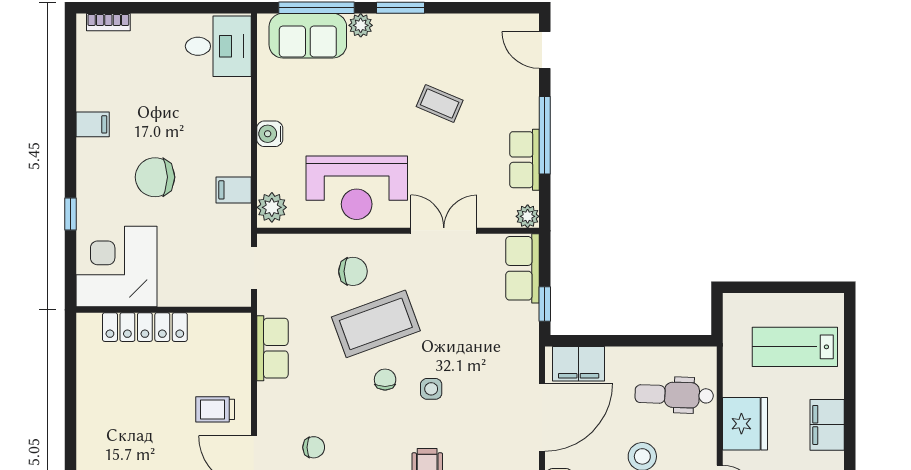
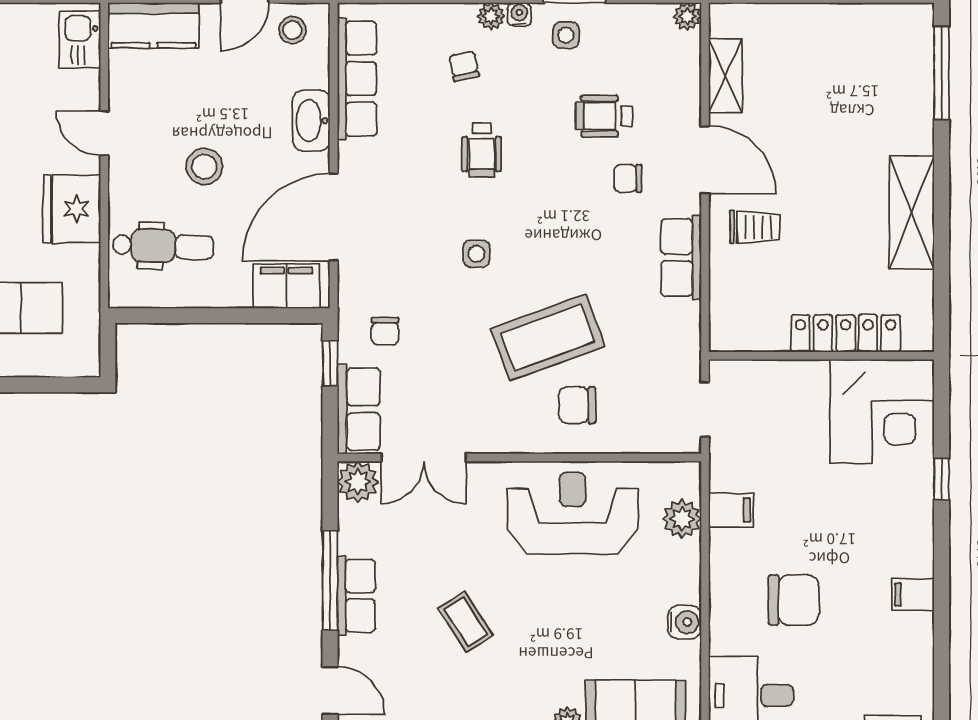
coffee table: (440, 103) -> (466, 622), turned 34
water cooler: (270, 134) -> (685, 622), moved
row of seats: (524, 160) -> (356, 596), moved
chair: (155, 177) -> (794, 600), moved
plant: (272, 207) -> (682, 519), moved
plant: (528, 216) -> (358, 482), width x1.38, depth x1.38
double door: (444, 231) -> (424, 458), moved
row of seats: (272, 348) -> (681, 257), moved
chair: (385, 380) -> (385, 331), moved
shelving: (94, 421) -> (912, 213), added

